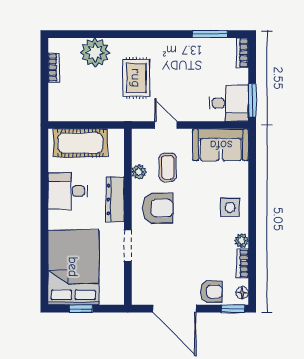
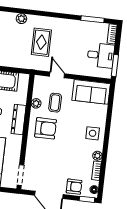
plant: (95, 52) -> (21, 19), width x0.53, depth x0.53
desk: (229, 103) -> (101, 55), moved
doorway: (128, 246) -> (20, 175), moved

